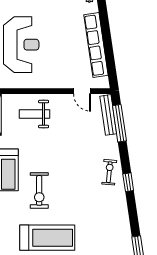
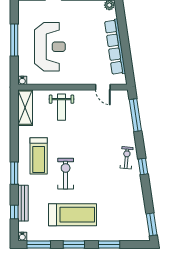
weight bench: (34, 114) -> (61, 107), turned -90
bench: (108, 115) -> (126, 108), removed
exercise bike: (39, 190) -> (66, 174), turned 180

